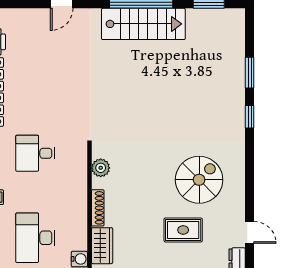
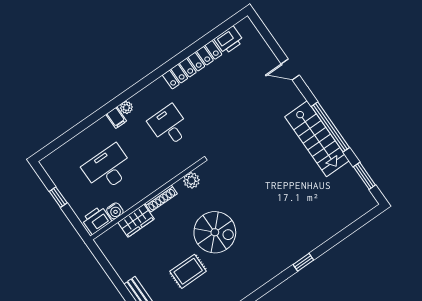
window: (250, 73) -> (335, 240), removed
spiral stairs: (199, 180) -> (215, 232), moved
rug: (183, 230) -> (188, 271), turned 90

